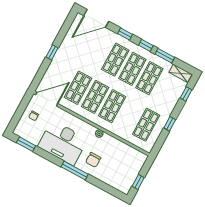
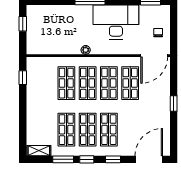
window: (186, 94) -> (23, 134), removed
window: (170, 124) -> (23, 78), moved
shop shelf: (146, 125) -> (66, 83), moved
chair: (93, 160) -> (78, 21), removed

